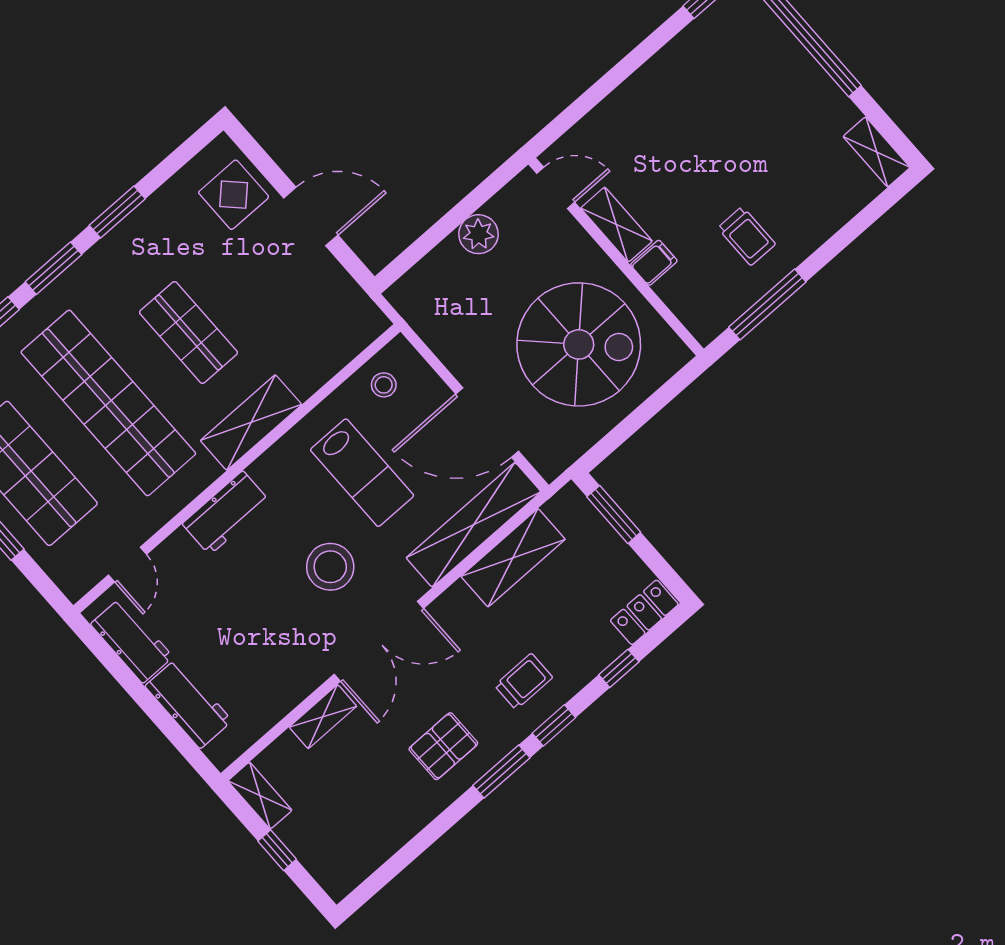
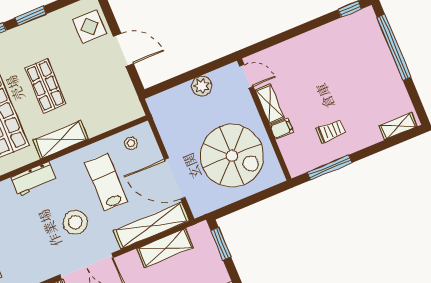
shelving: (877, 152) -> (398, 126), moved, turned 90
trolley: (747, 236) -> (331, 131), turned -90
lab bench: (362, 473) -> (106, 182), turned 180

